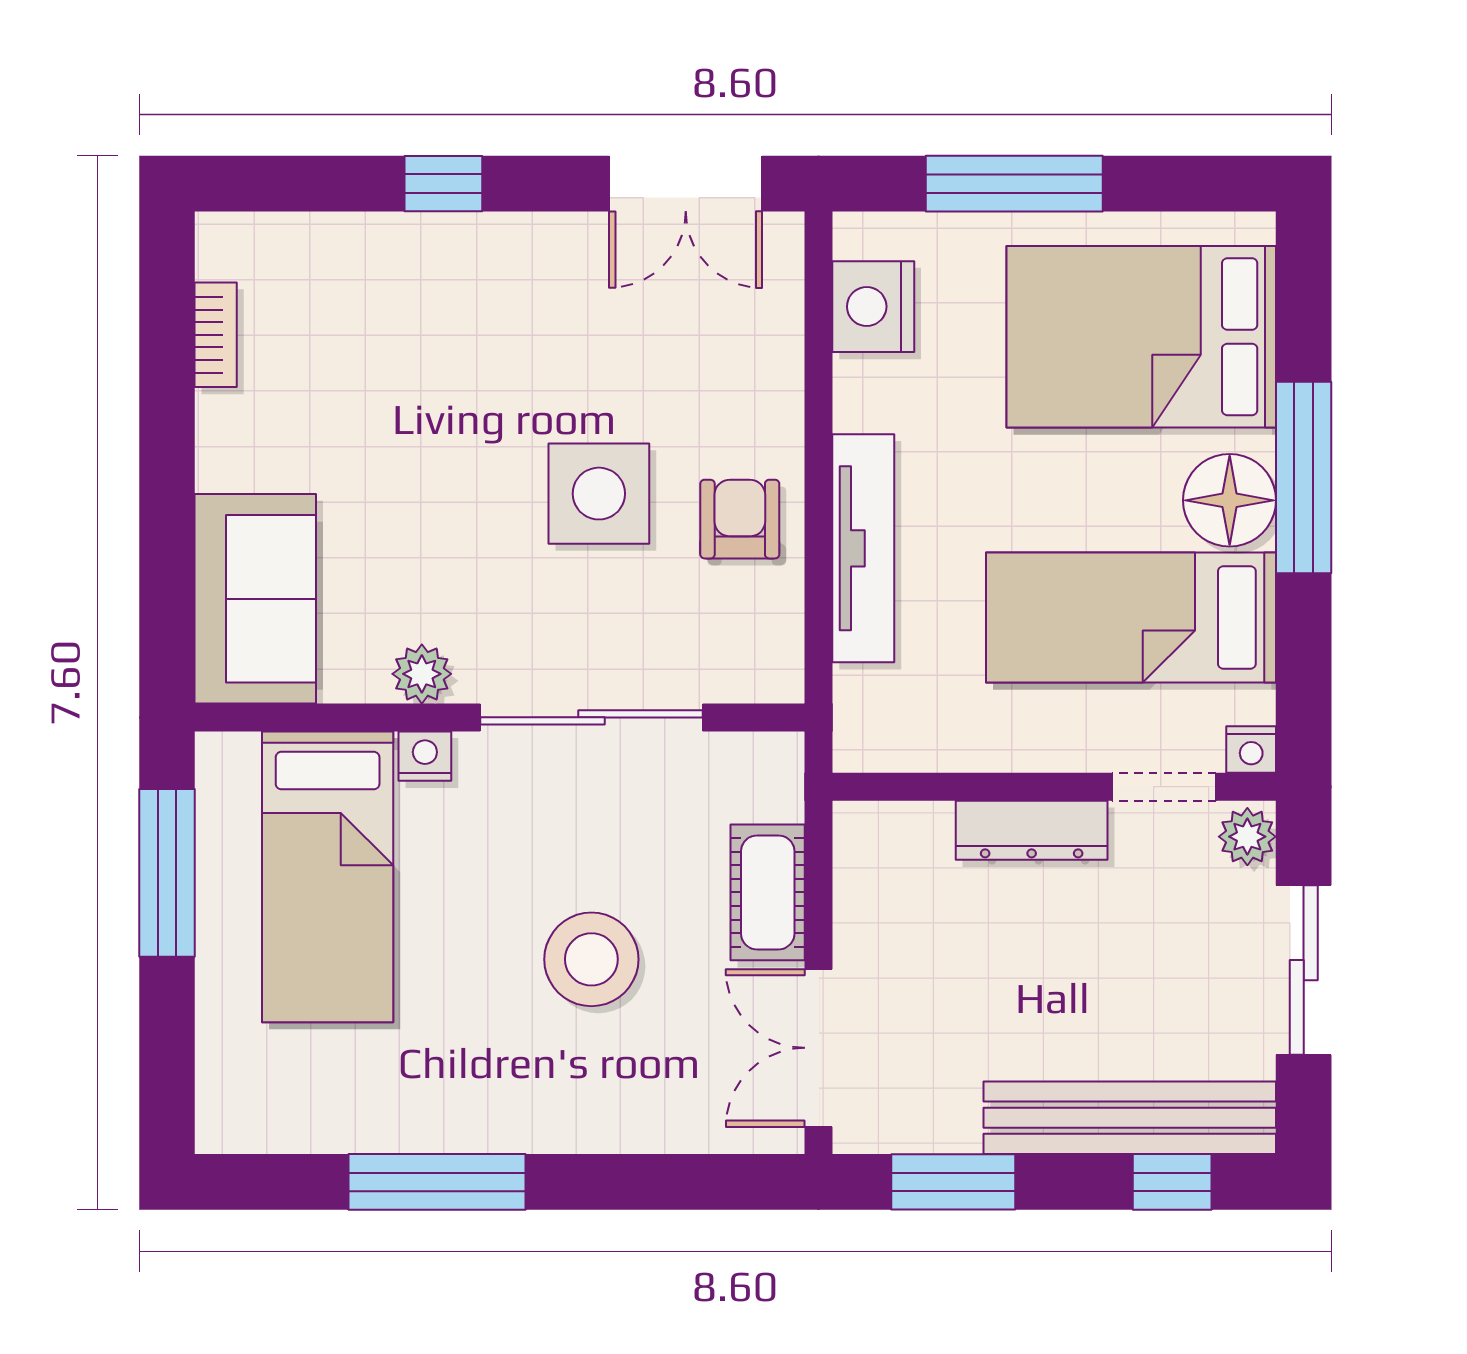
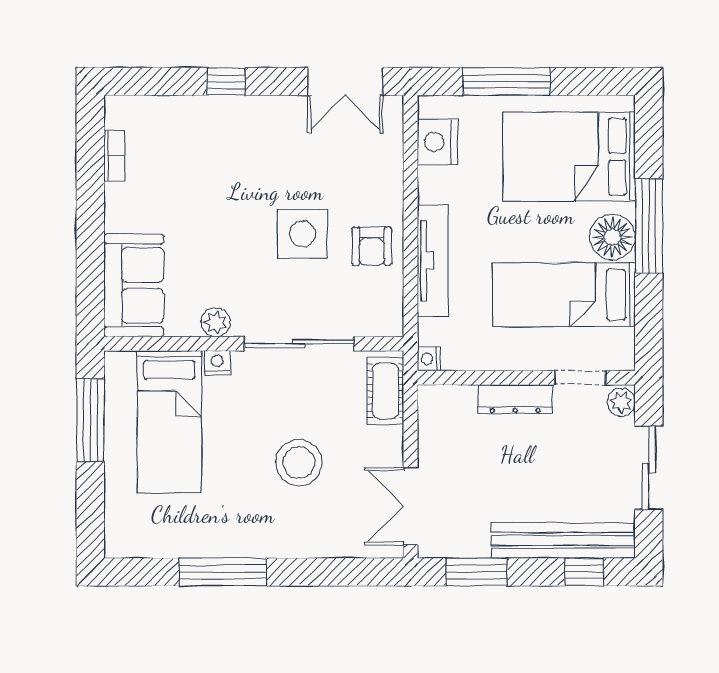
armchair: (740, 519) -> (372, 246), turned 180
nightstand: (1251, 749) -> (429, 359), moved, turned 90
cot: (768, 892) -> (385, 391), moved

